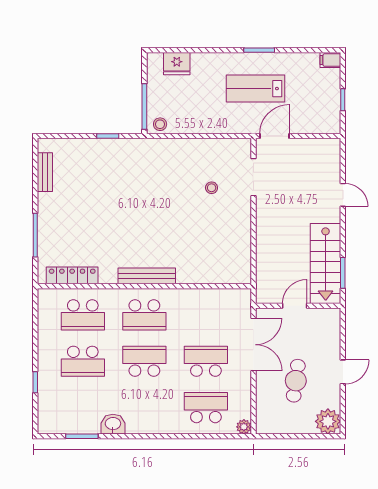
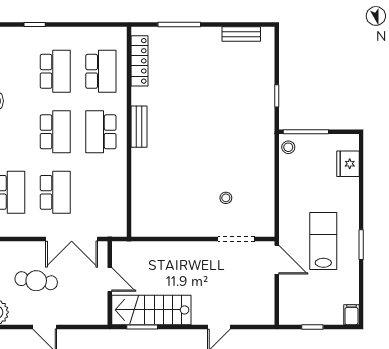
bench: (147, 276) -> (139, 127), width x0.73
school desk: (83, 315) -> (101, 71), turned 180
school desk: (83, 361) -> (55, 71), turned 180

